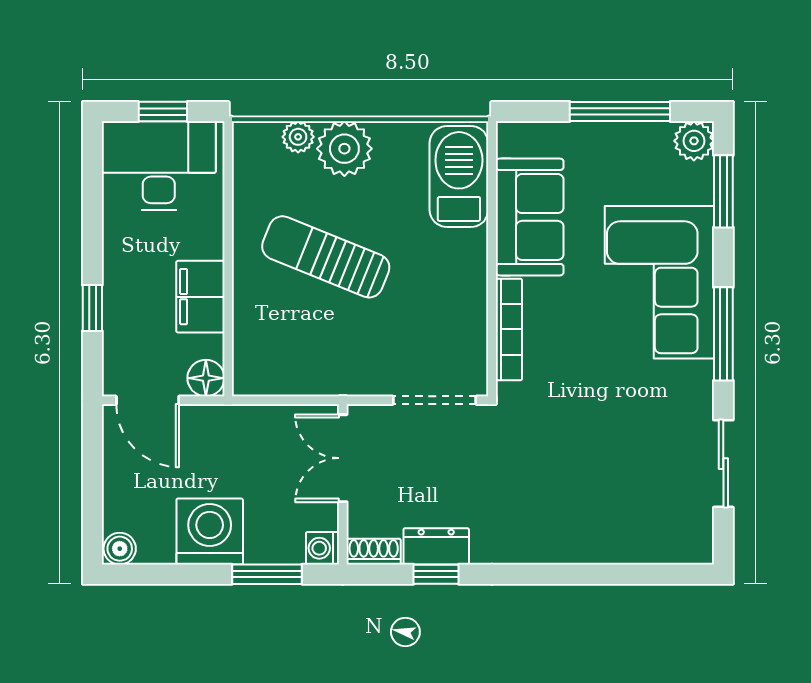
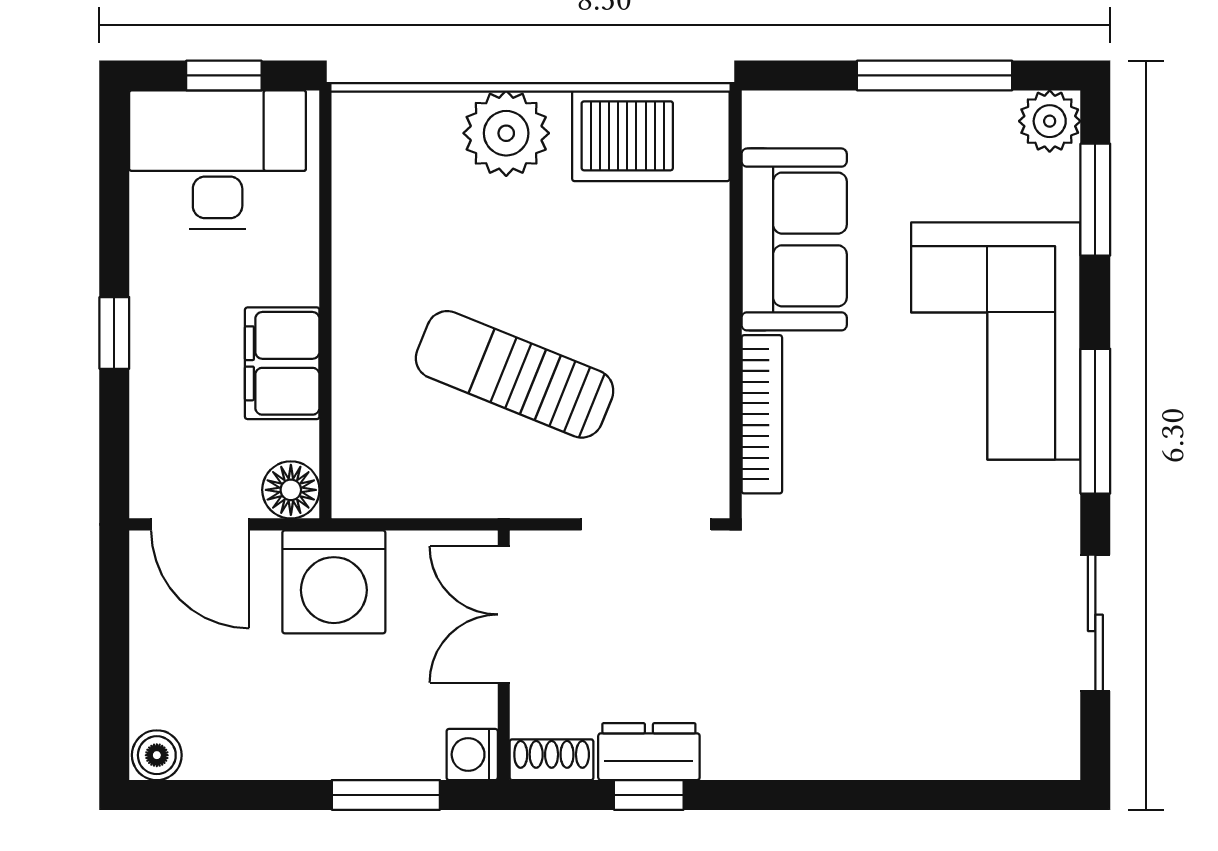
plant: (298, 137) -> (434, 115), removed
barbecue: (459, 177) -> (651, 136), moved, turned -90
sun lounger: (326, 257) -> (515, 374), moved
window: (92, 308) -> (114, 333), moved
washing machine: (210, 532) -> (334, 582), moved, turned 180

